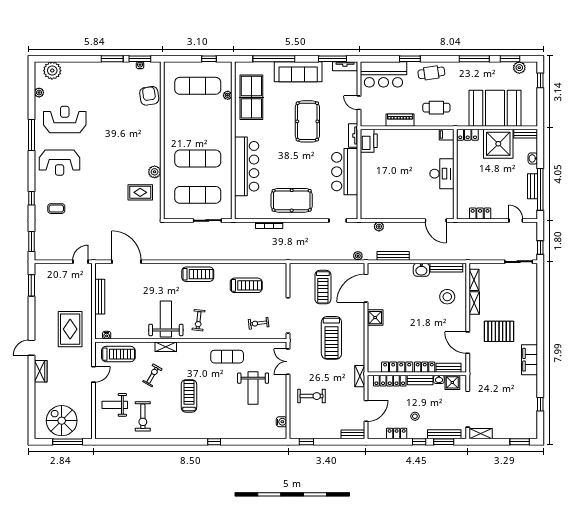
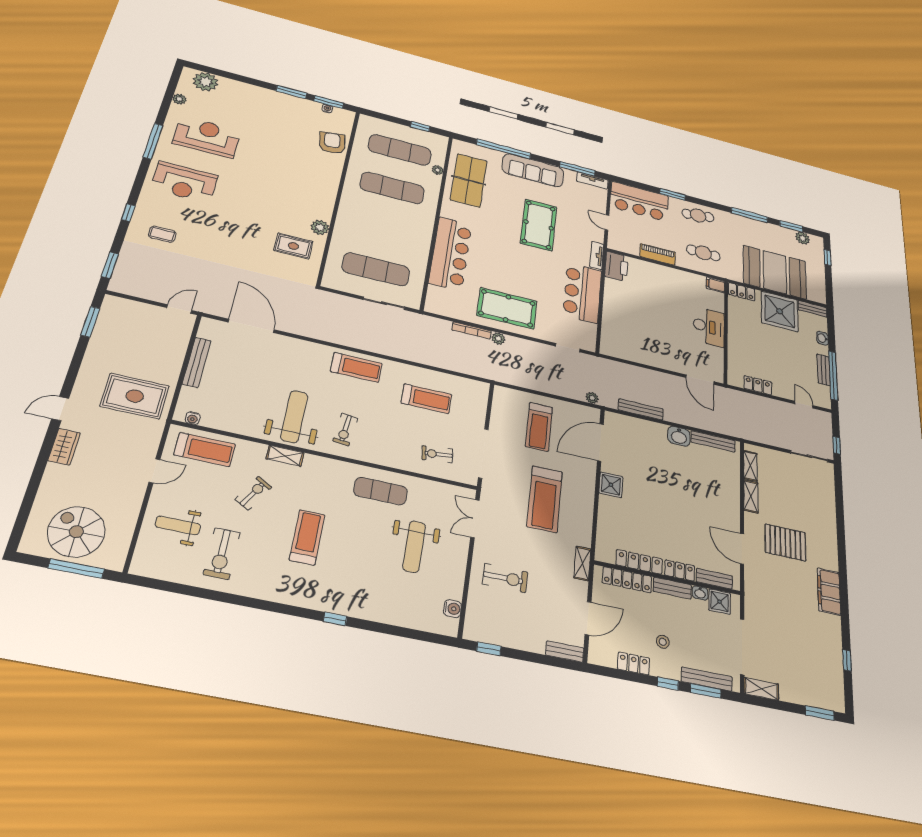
exercise mat: (198, 159) -> (392, 188), moved
plant: (379, 227) -> (498, 339), moved
stool: (447, 297) -> (714, 480), removed
rug: (70, 329) -> (135, 396), turned 90

